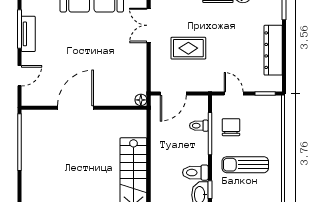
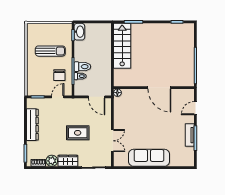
rug: (188, 48) -> (78, 133), moved
door: (173, 93) -> (97, 97), swing flipped
door: (234, 93) -> (58, 97), swing flipped
door: (76, 108) -> (159, 88), hinge flipped
toilet: (195, 173) -> (82, 67), moved

